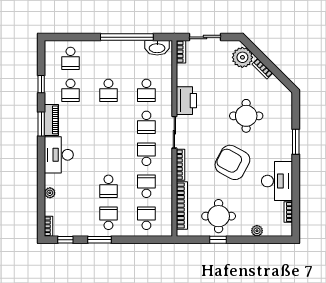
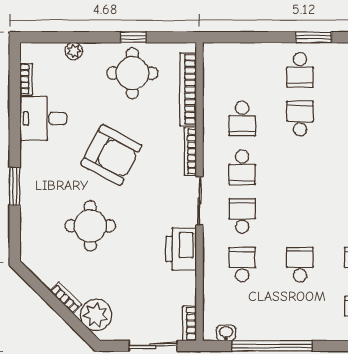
washbasin: (157, 48) -> (226, 333), width x0.52, depth x0.69
desk: (277, 181) -> (43, 118), width x0.73
school desk: (146, 218) -> (242, 70), removed

